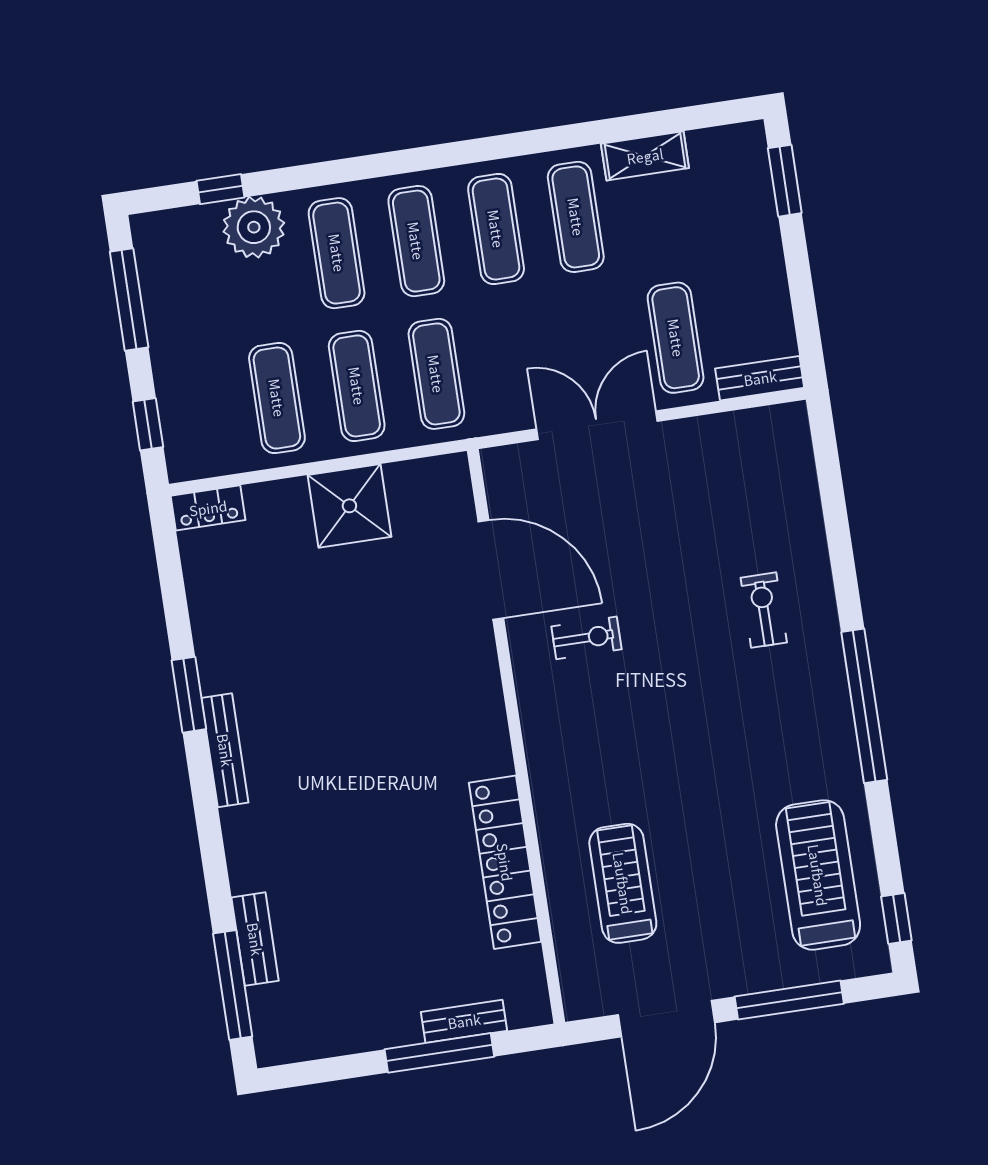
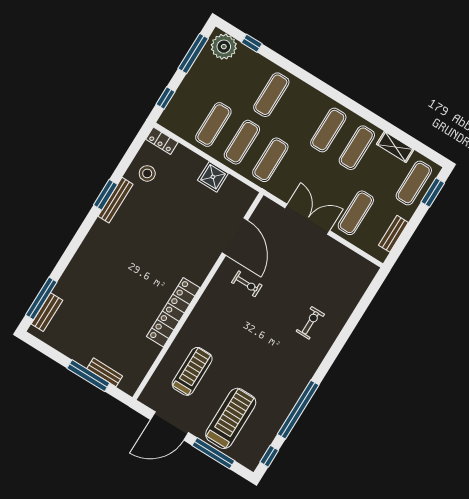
plant: (254, 227) -> (224, 47), moved
exercise mat: (416, 241) -> (414, 183), moved
bench: (760, 378) -> (393, 234), moved, turned 90
shower: (349, 506) -> (213, 177), width x0.73, depth x0.73
stool: (232, 591) -> (147, 173), added
window: (864, 706) -> (298, 410), moved
bench: (225, 750) -> (116, 200), moved
locker: (505, 862) -> (173, 312), moved
treadmill: (818, 875) -> (231, 418), moved
bench: (255, 939) -> (47, 312), moved

